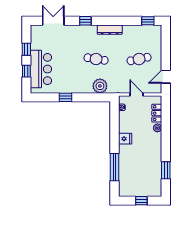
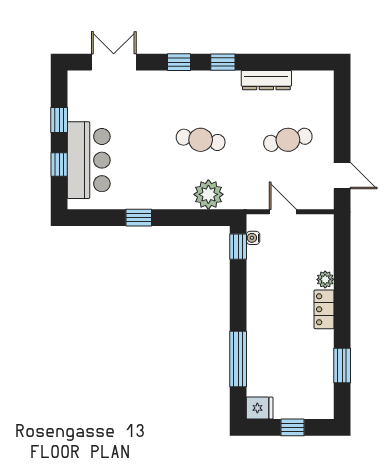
window: (148, 21) -> (223, 62), moved
dresser: (110, 30) -> (266, 80), moved
door: (166, 77) -> (342, 176), swing flipped
window: (114, 112) -> (238, 247), added
locker: (157, 113) -> (324, 309), moved
fridge: (125, 139) -> (260, 408), moved

